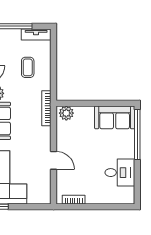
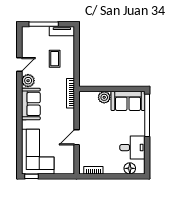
plant: (66, 113) -> (104, 97), moved
door: (54, 160) -> (77, 137), swing flipped
floor lamp: (117, 197) -> (130, 168), added

